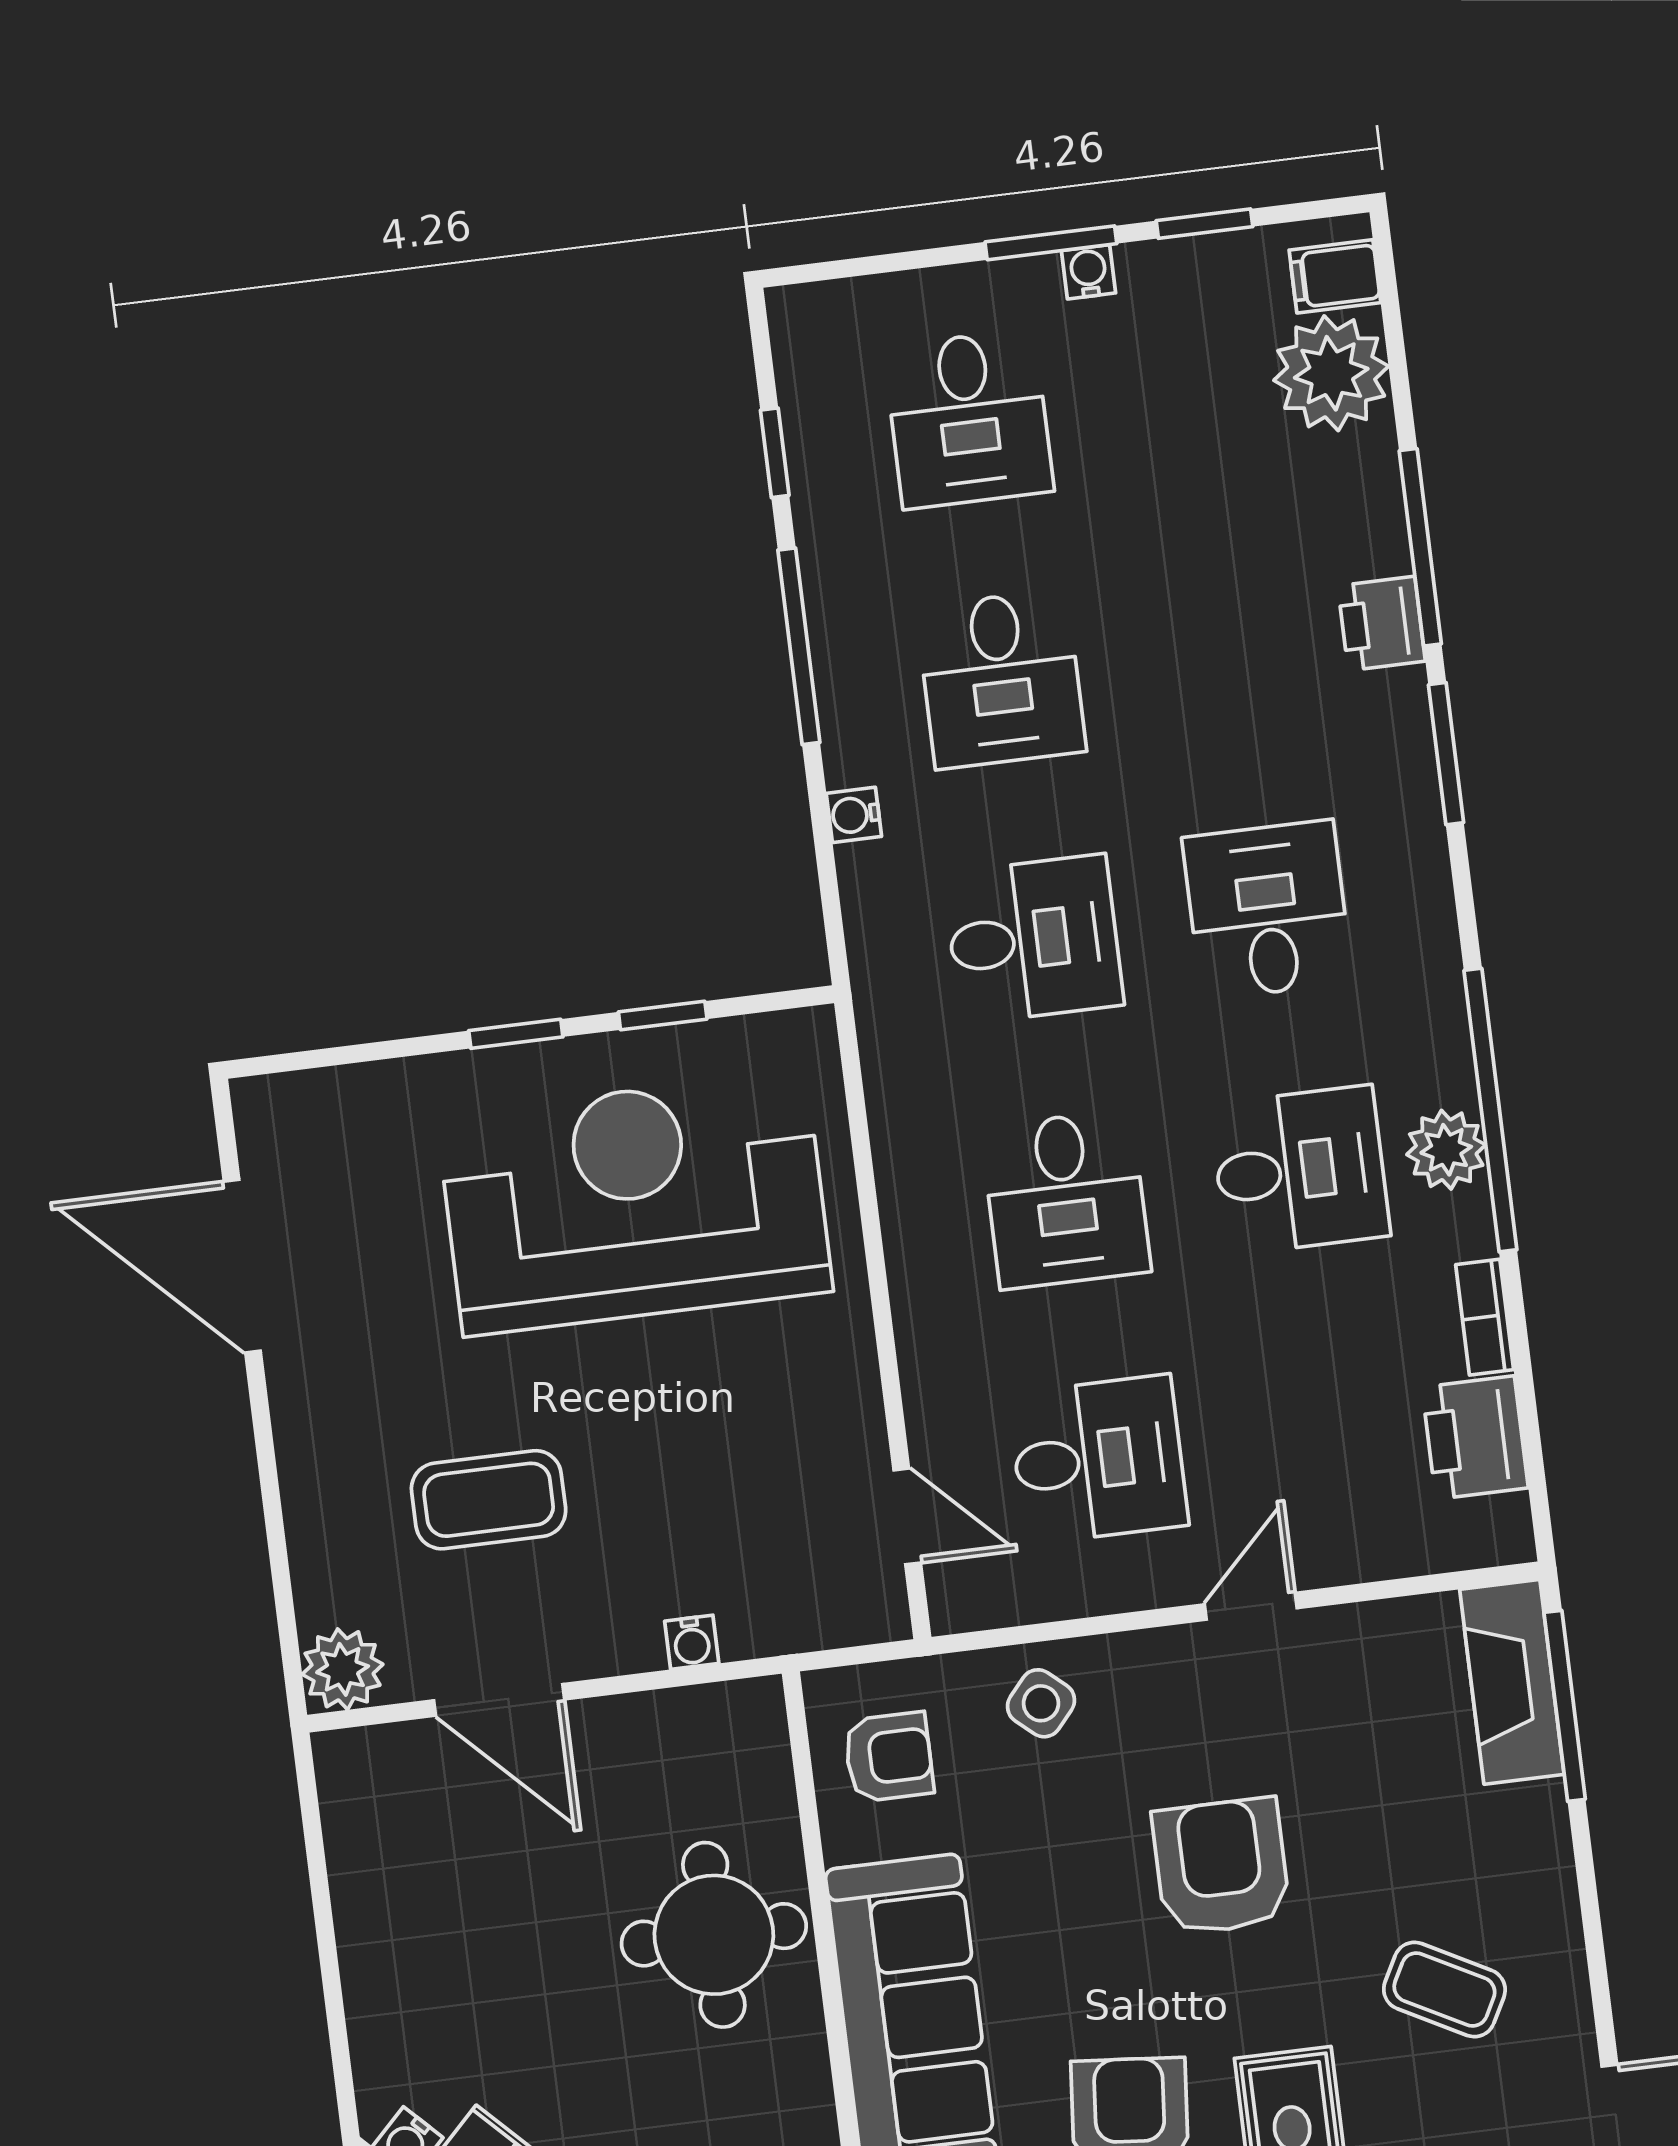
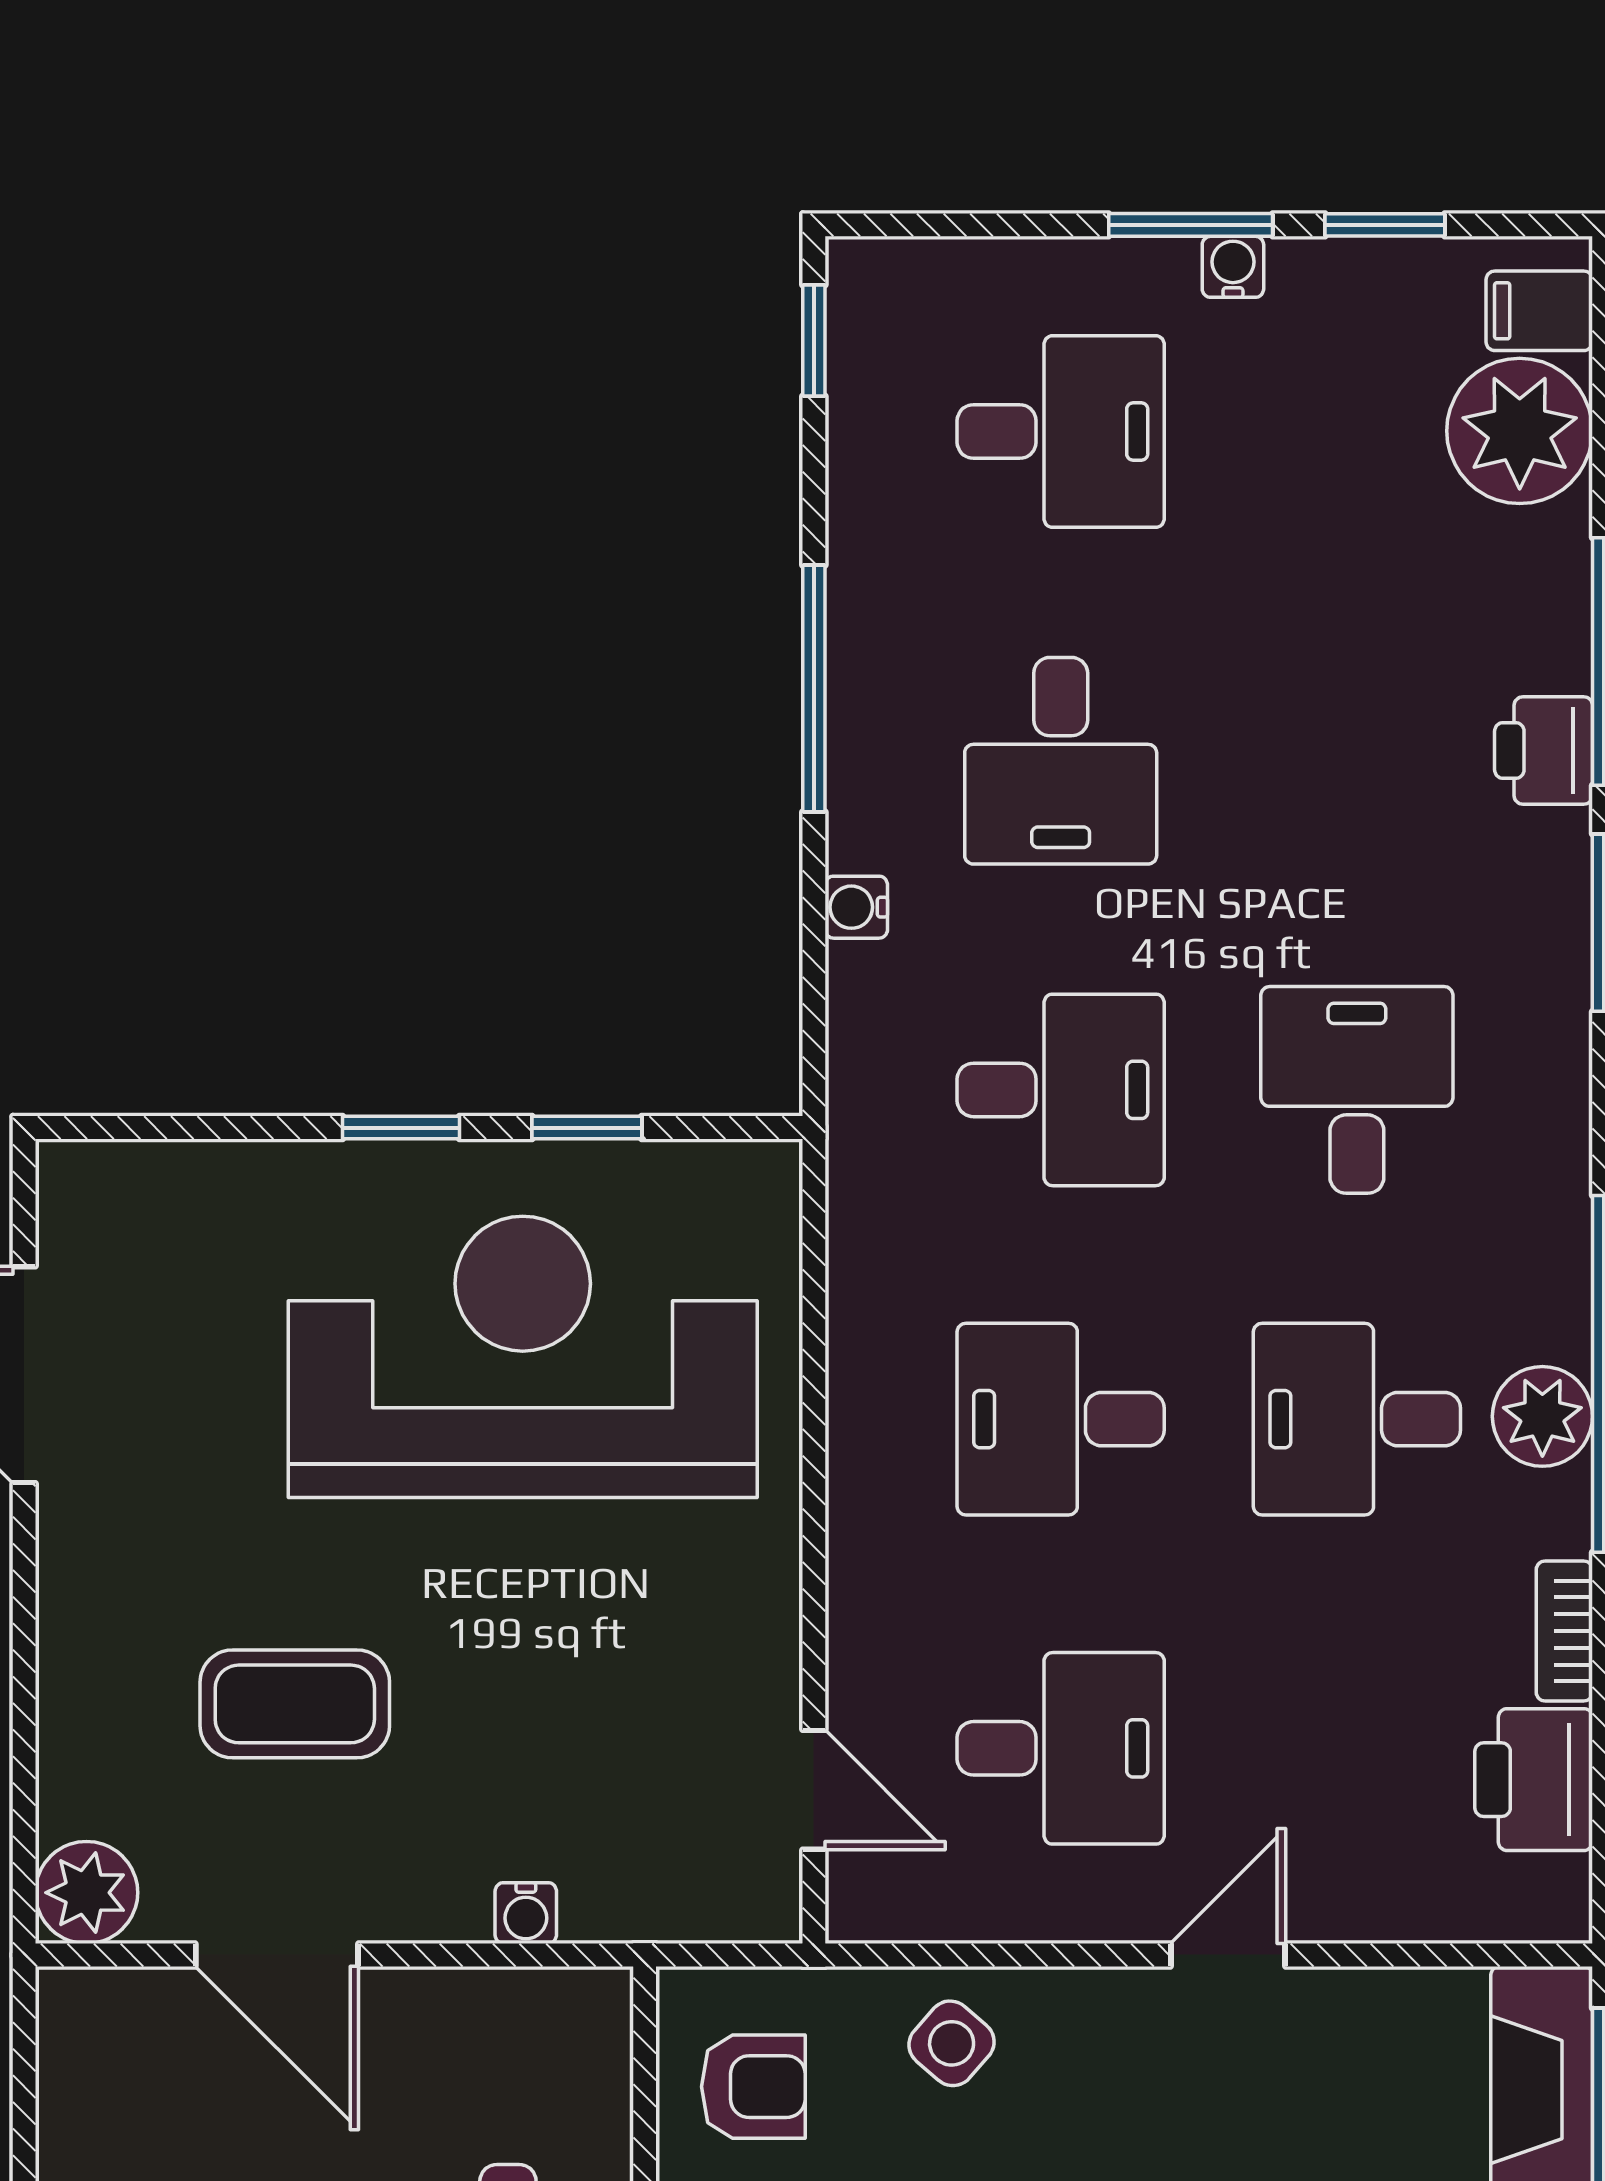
desk: (969, 419) -> (1061, 432), turned -90
window: (775, 453) -> (814, 341), moved
desk: (1300, 1170) -> (1357, 1419), turned 180
desk: (1066, 1199) -> (1061, 1419), turned 90

